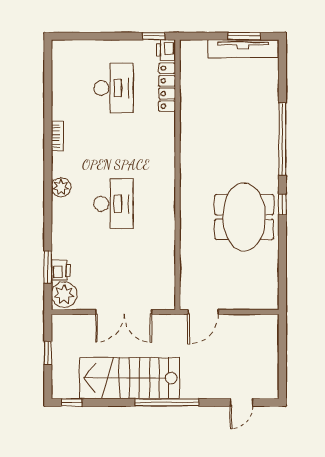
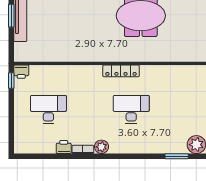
locker: (167, 87) -> (121, 71), moved
plant: (61, 187) -> (101, 147), moved
printer: (61, 270) -> (64, 147), moved

